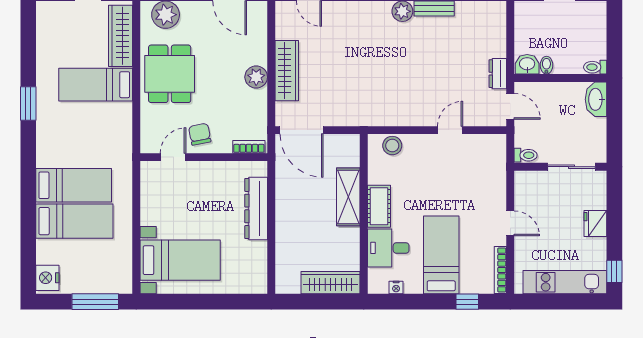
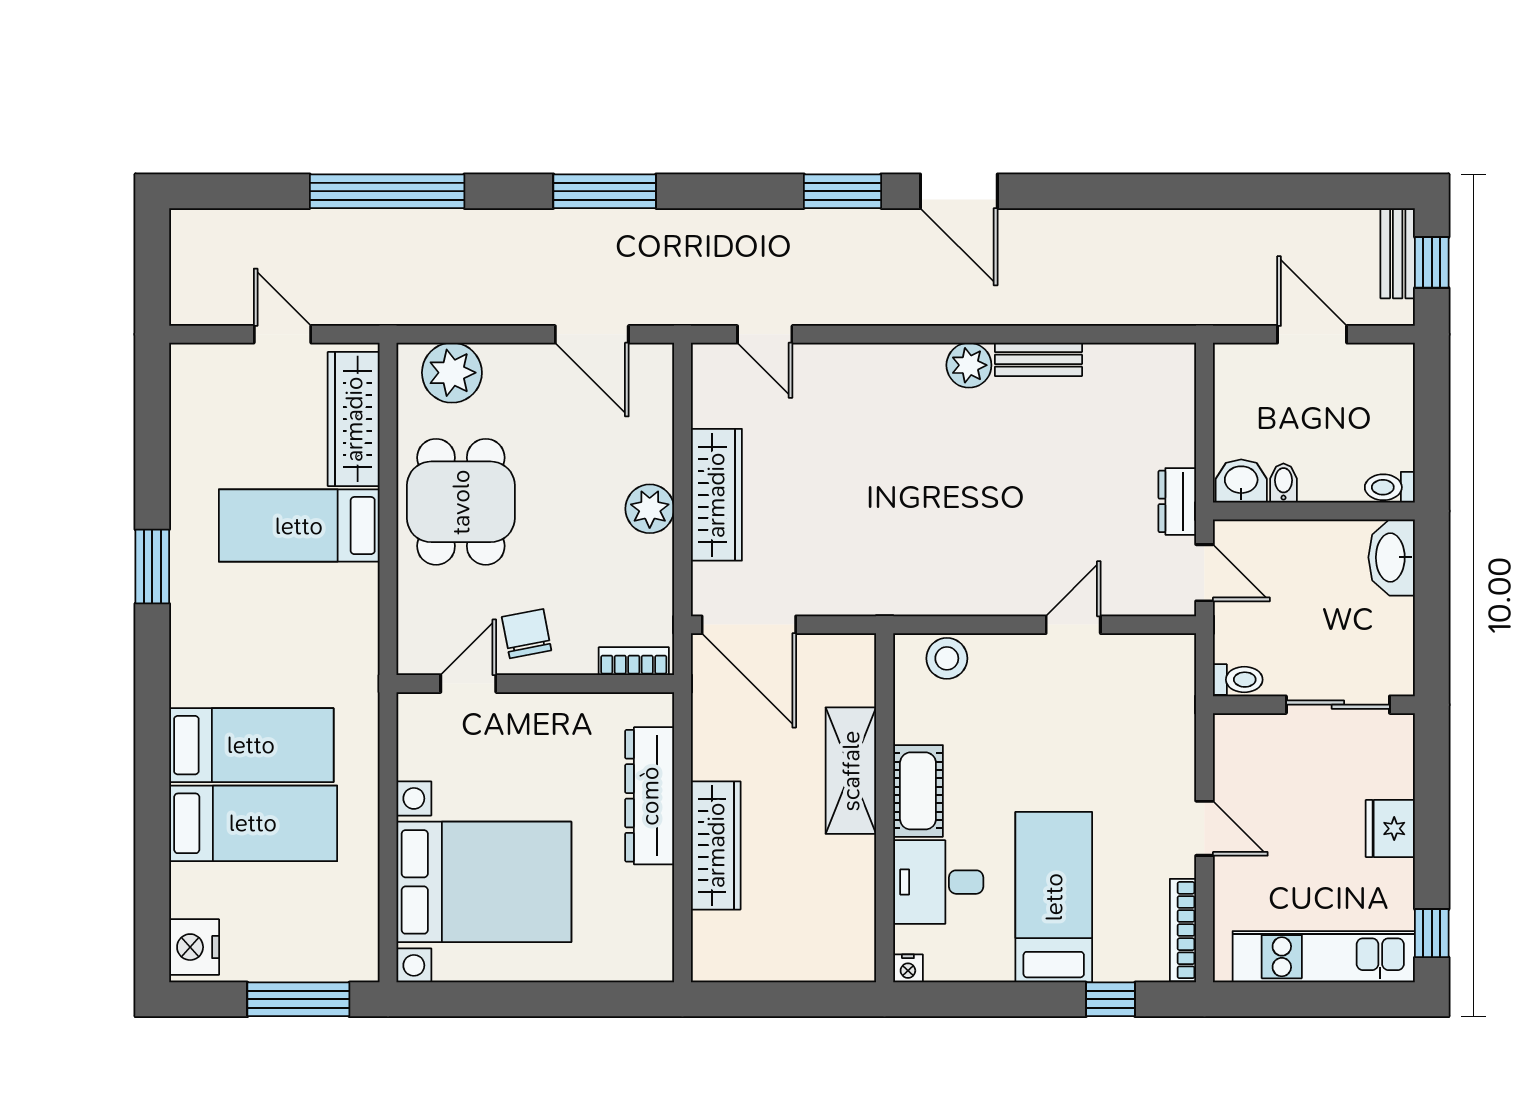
bed with nightstands: (180, 260) -> (484, 882), width x1.36
wardrobe: (331, 283) -> (716, 845), moved, turned 90
nightstand: (396, 288) -> (908, 968), moved

